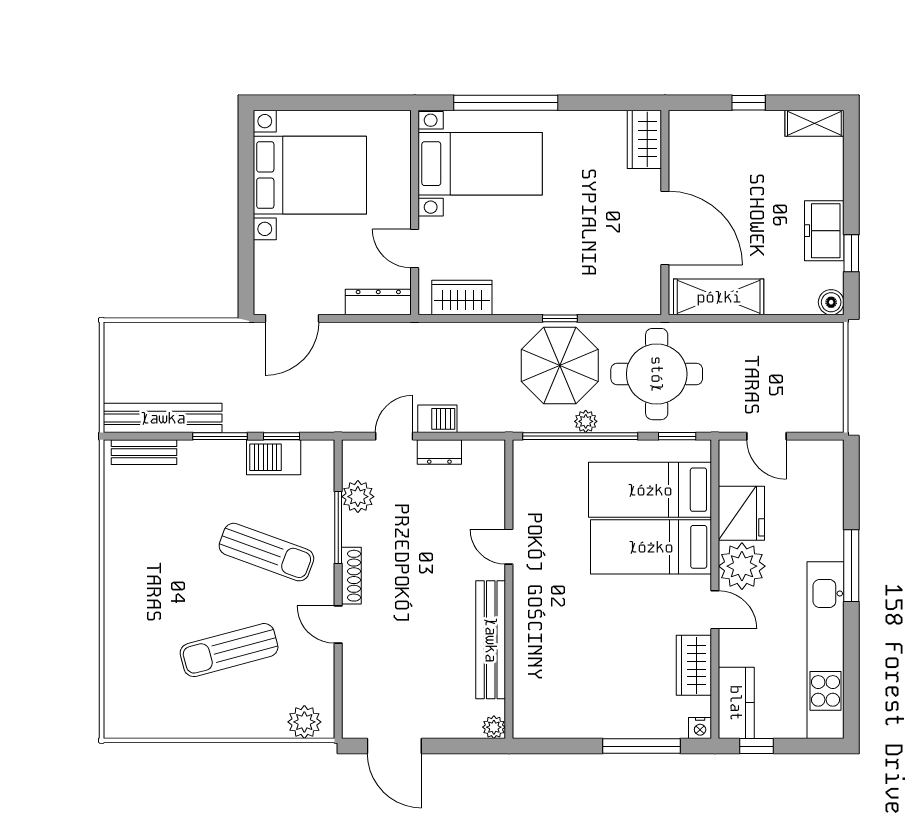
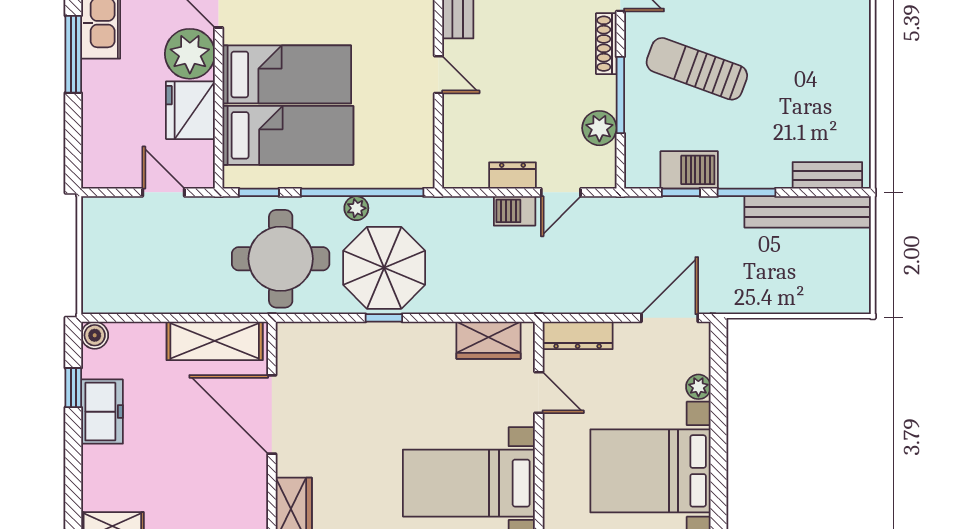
plant: (265, 254) -> (698, 387), added

